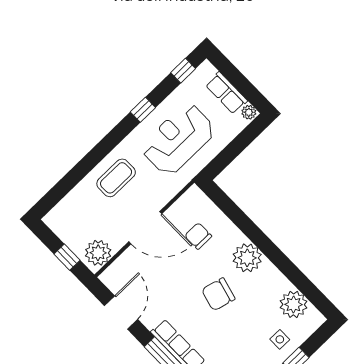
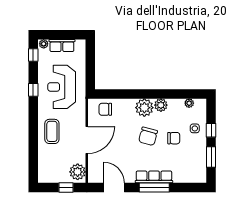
plant: (249, 112) -> (44, 44), moved
chair: (198, 236) -> (105, 109), moved
plant: (269, 274) -> (161, 105), added
plant: (294, 304) -> (189, 103), width x0.53, depth x0.53
chair: (245, 326) -> (174, 138), added

